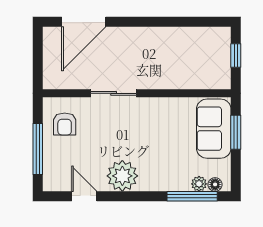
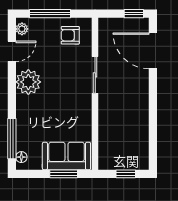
window: (38, 45) -> (134, 14), added
plant: (199, 184) -> (22, 29), moved

